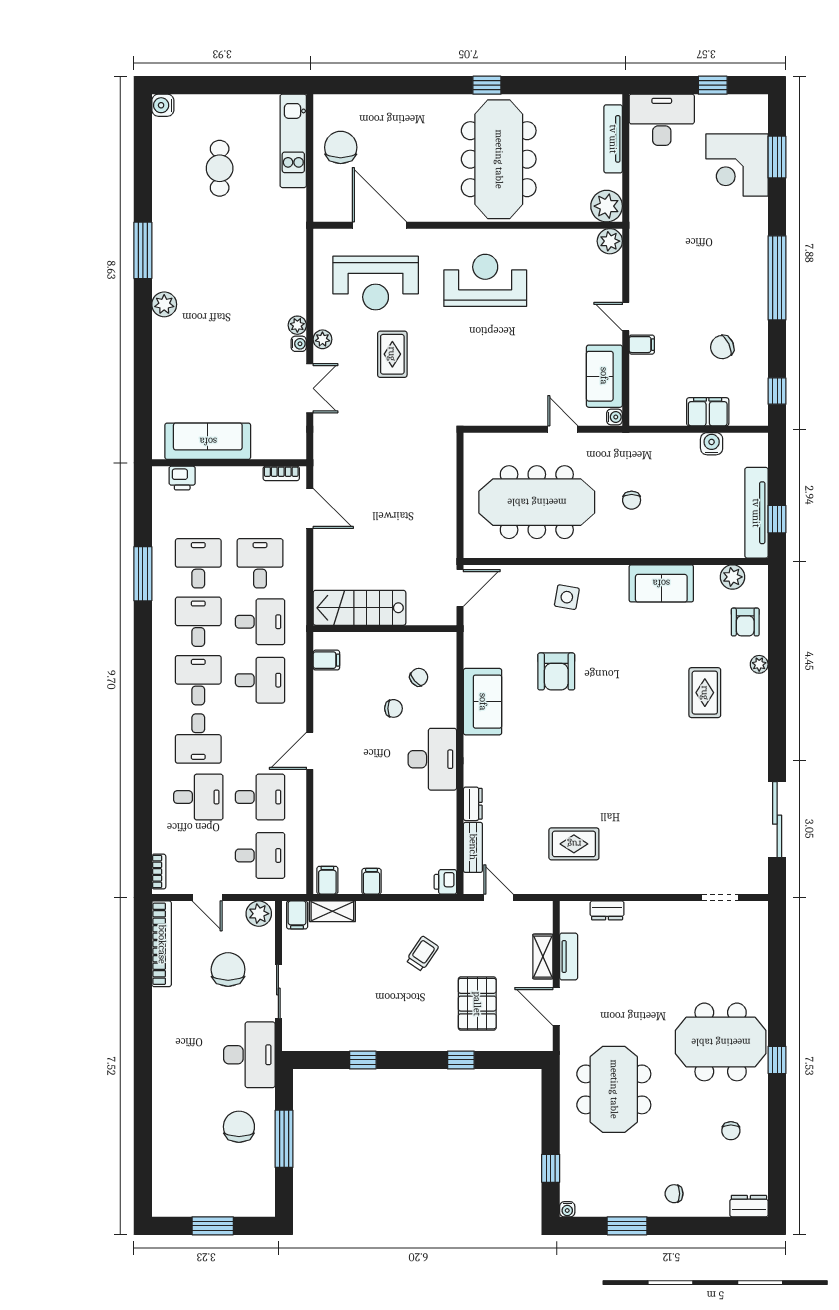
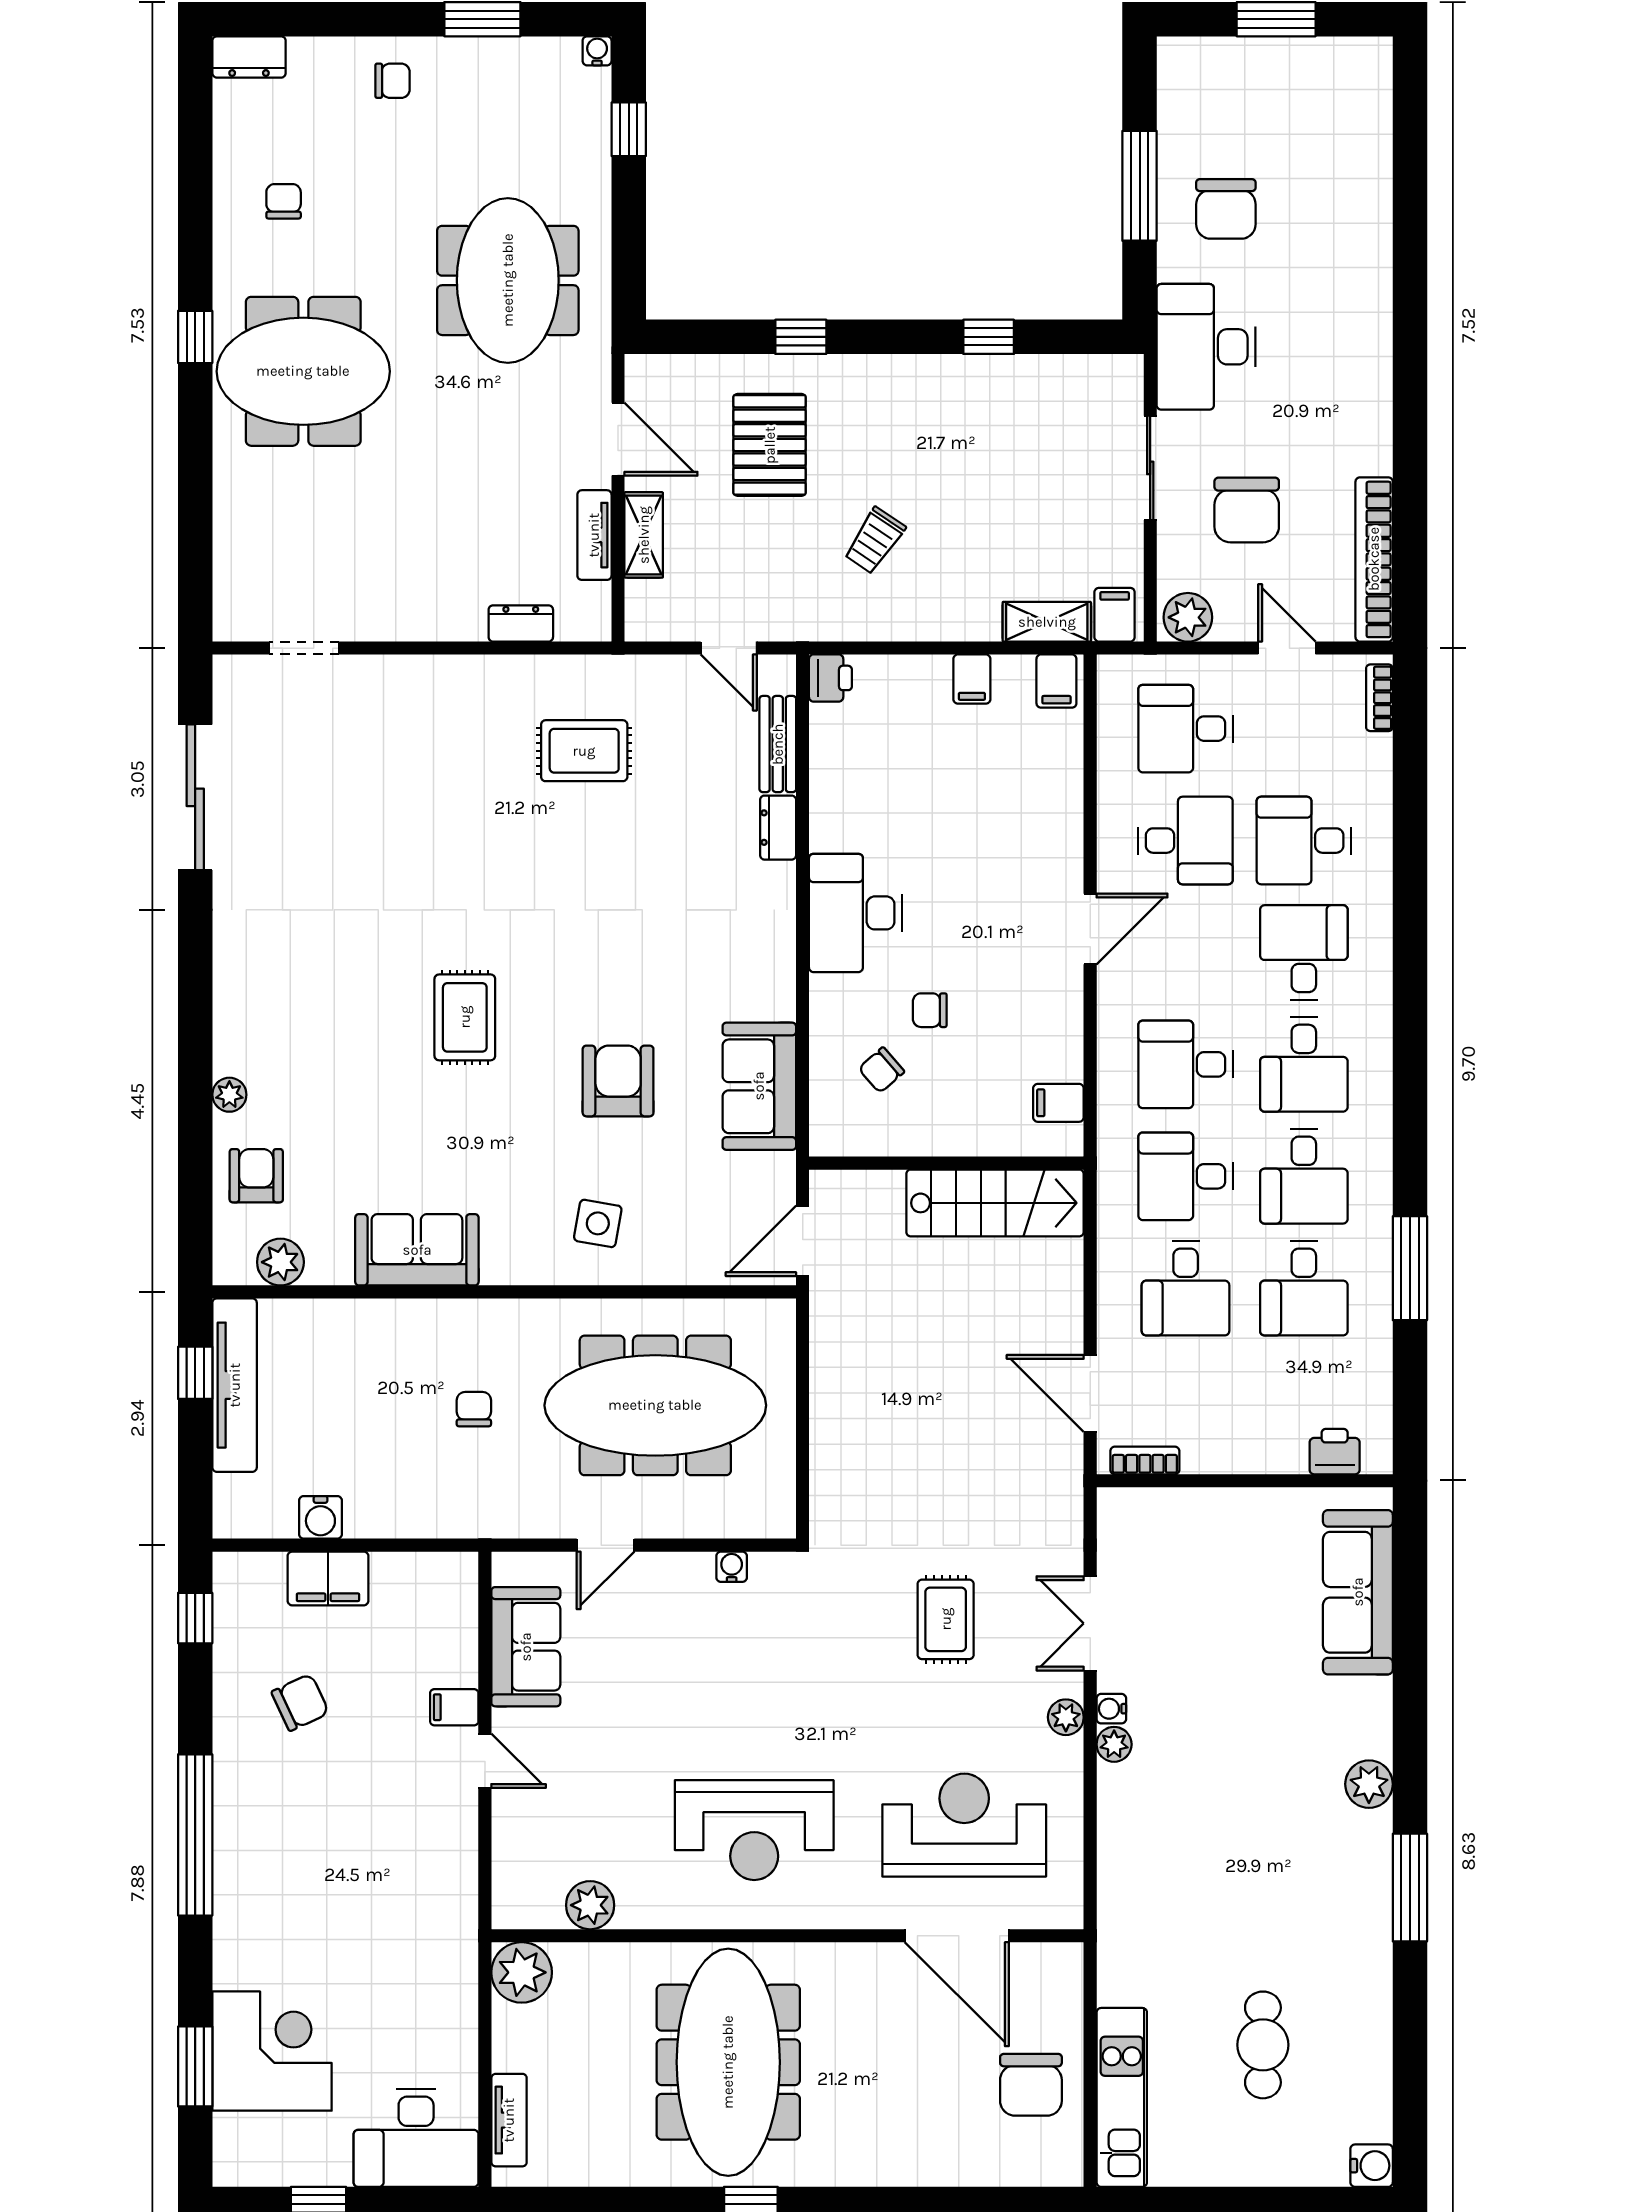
tv unit: (613, 139) -> (509, 2120), width x0.71
plant: (610, 241) -> (590, 1905), moved
rug: (392, 354) -> (946, 1619), moved
water cooler: (614, 417) -> (732, 1567), moved, turned 90
door: (563, 429) -> (605, 1545), hinge flipped
sofa: (208, 441) -> (1358, 1592), moved, turned 90
rug: (705, 693) -> (465, 1017), moved
sofa: (483, 702) -> (759, 1086), moved
desk: (260, 797) -> (1186, 841), turned 180

